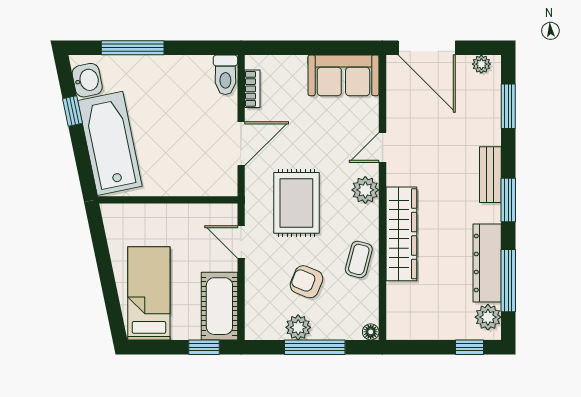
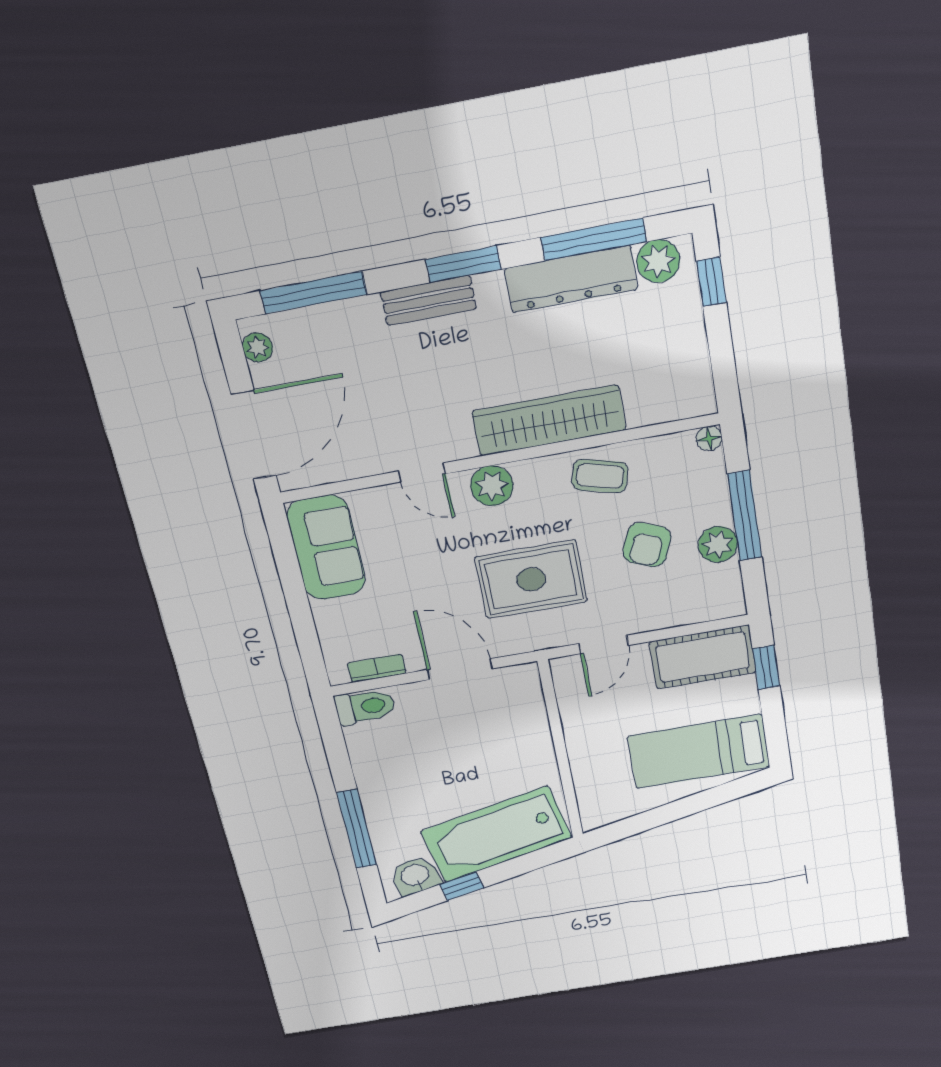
window: (508, 106) -> (313, 293), width x1.44

